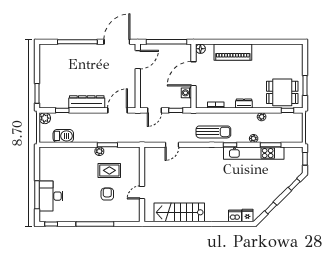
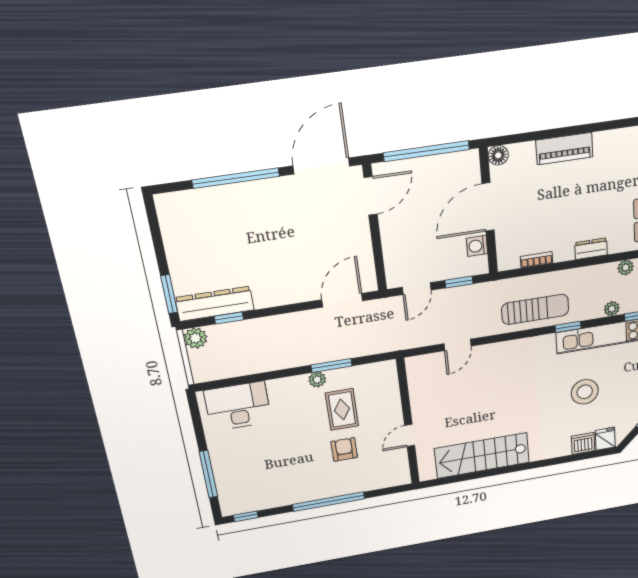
piano: (233, 52) -> (564, 149), width x0.73, depth x0.75
dresser: (87, 102) -> (215, 304), moved
barbecue: (63, 136) -> (240, 364), removed
rug: (109, 170) -> (342, 409), turned 90
stool: (237, 184) -> (585, 392), added
desk: (51, 196) -> (238, 406), moved, turned 90

